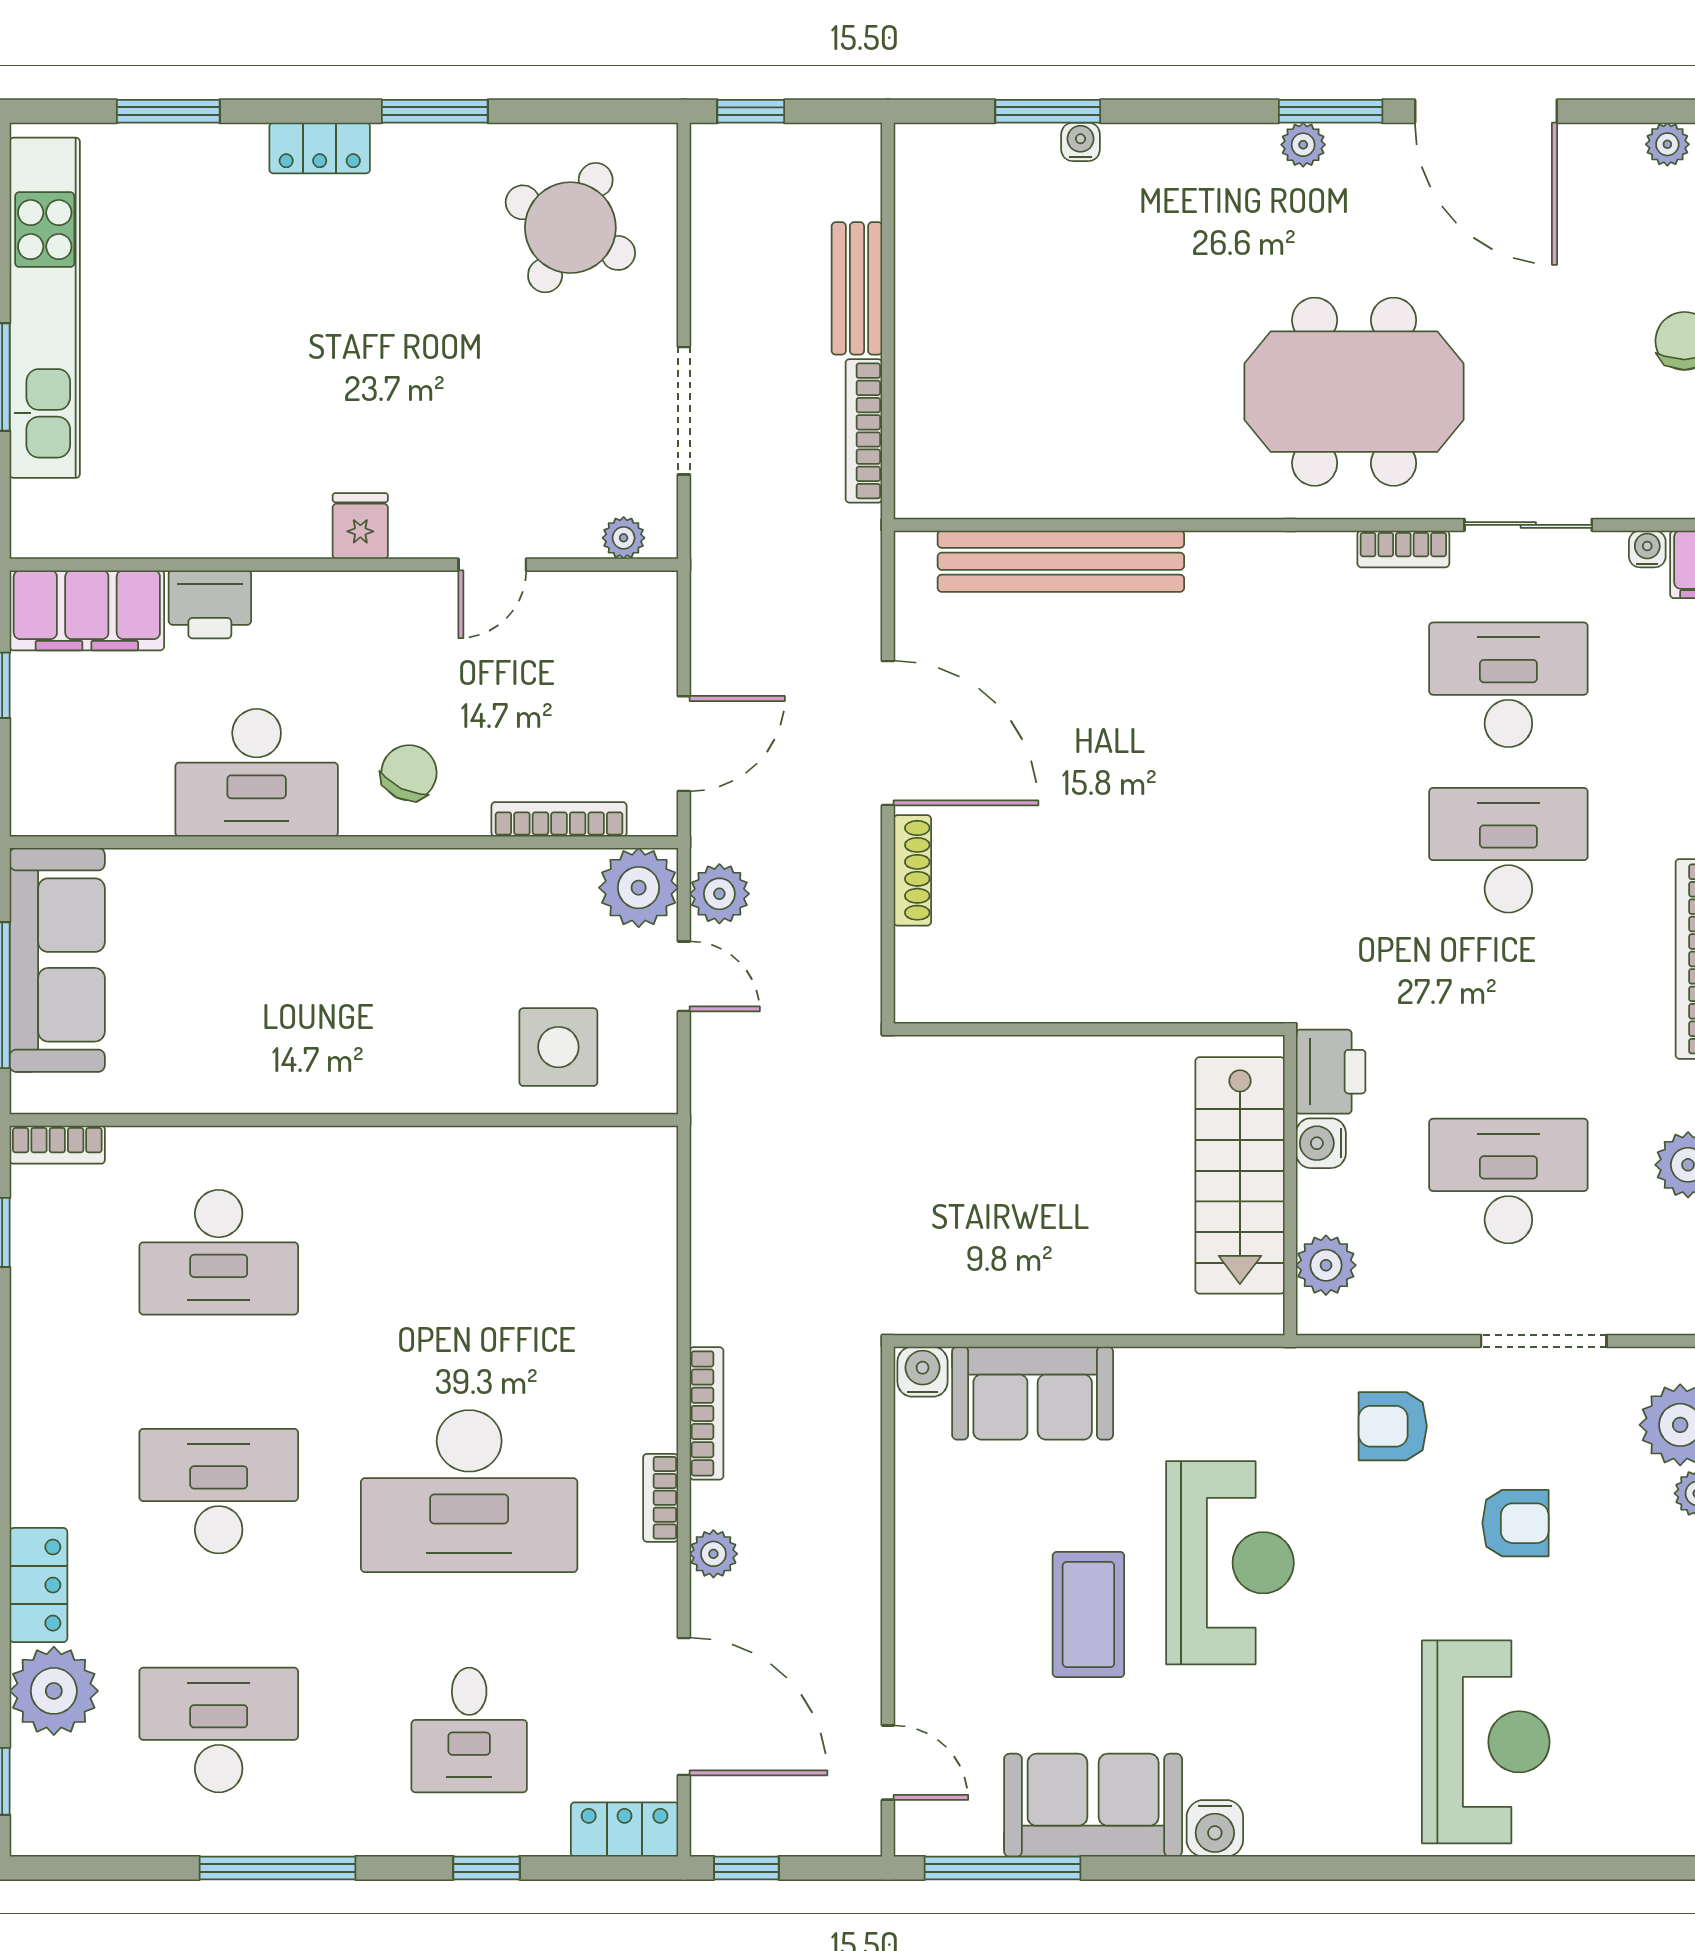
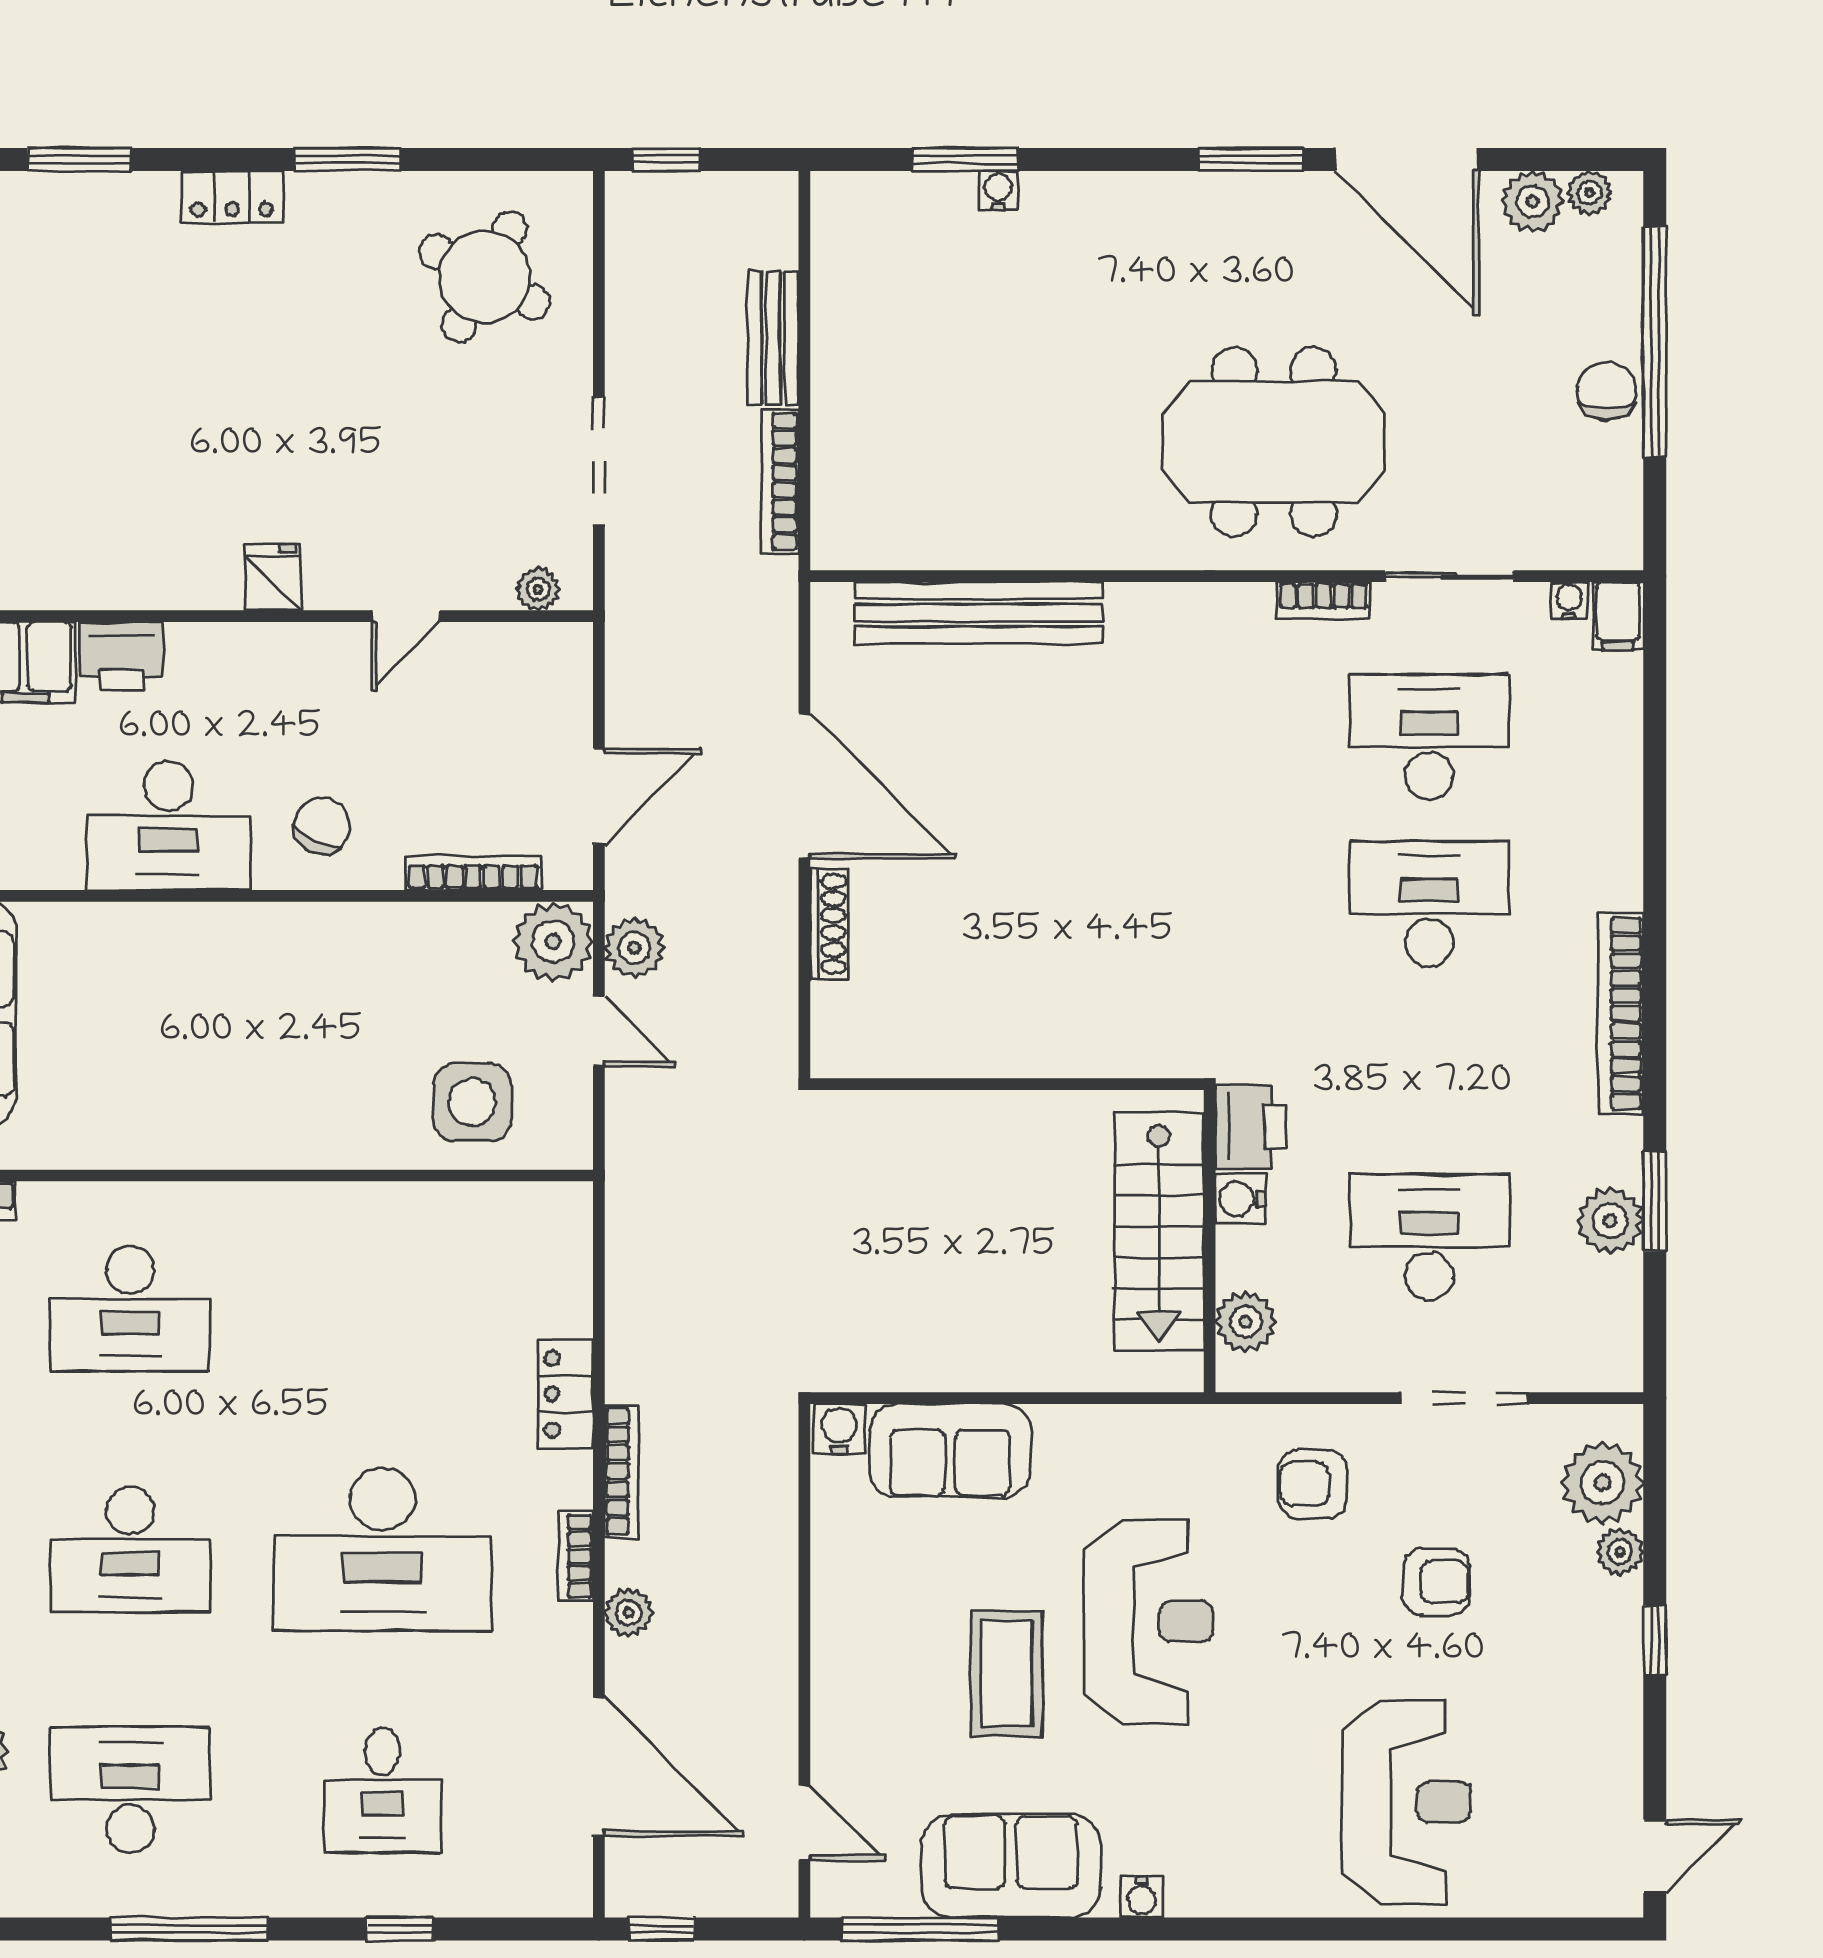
plant: (1303, 145) -> (1532, 202), moved, width x1.38, depth x1.38
desk: (219, 1491) -> (130, 1549), turned 180
water cooler: (1215, 1828) -> (1142, 1897), width x0.72, depth x0.72
locker: (625, 1829) -> (566, 1394), moved, turned -90

